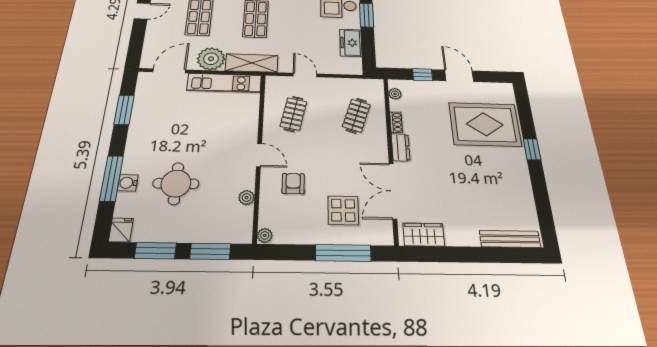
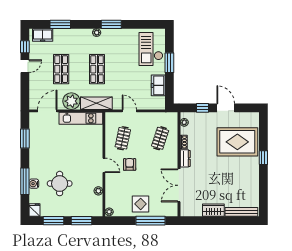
armchair: (293, 184) -> (130, 164), moved
display table: (343, 210) -> (141, 204), moved
wardrobe: (424, 235) -> (213, 210), moved

